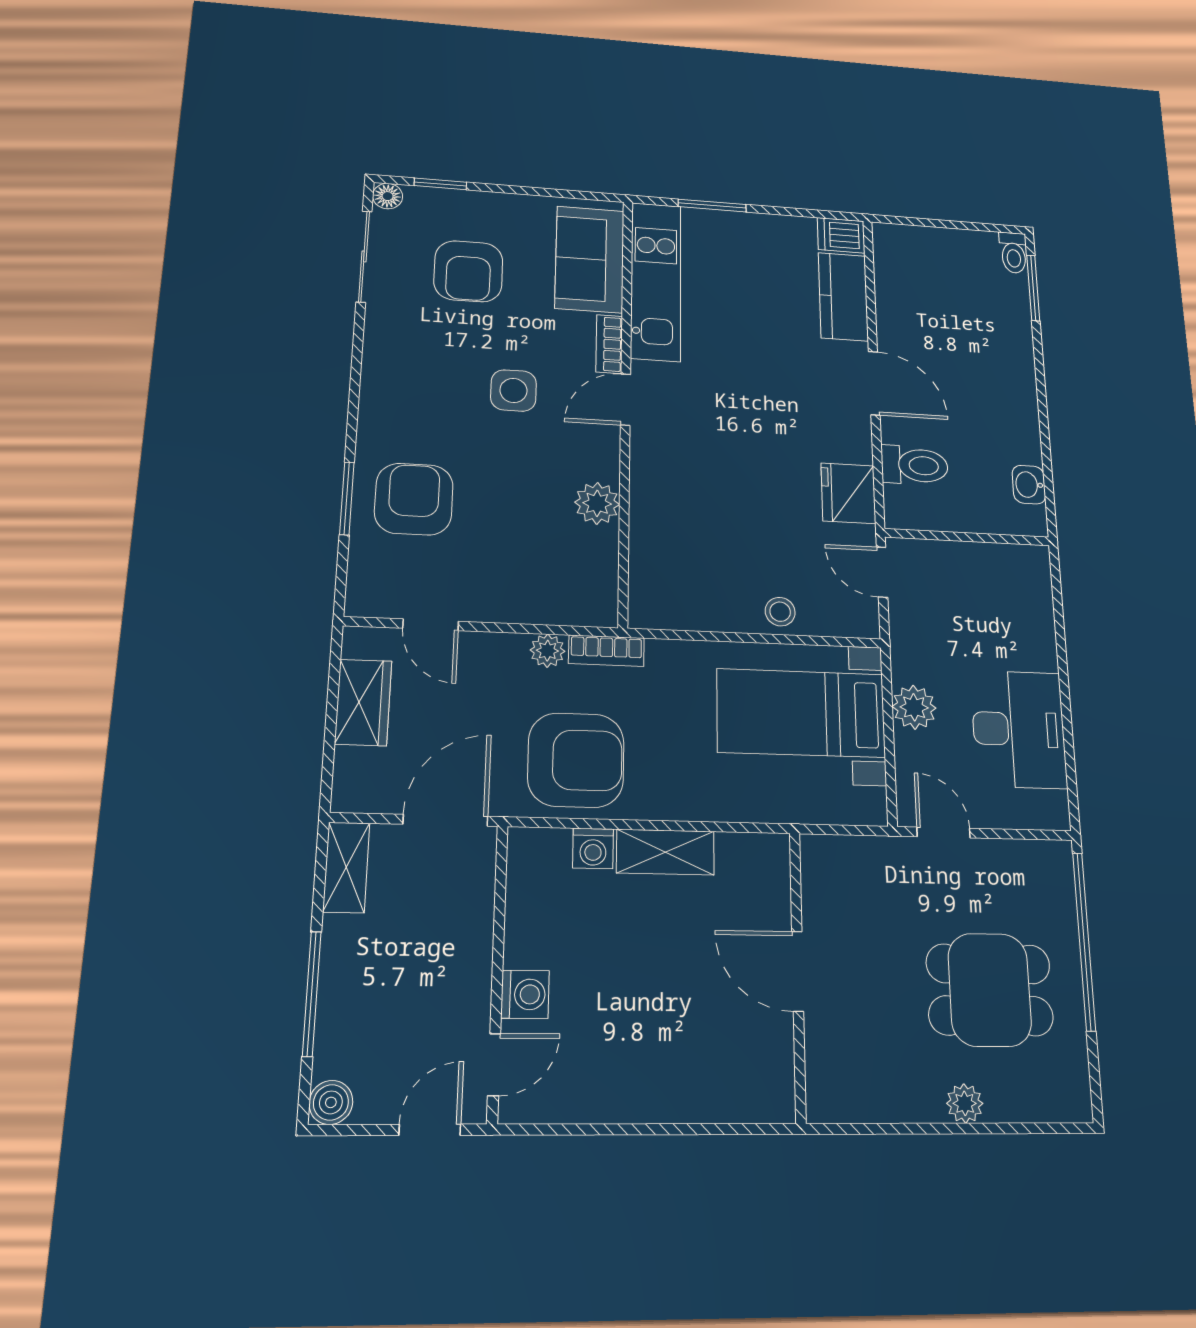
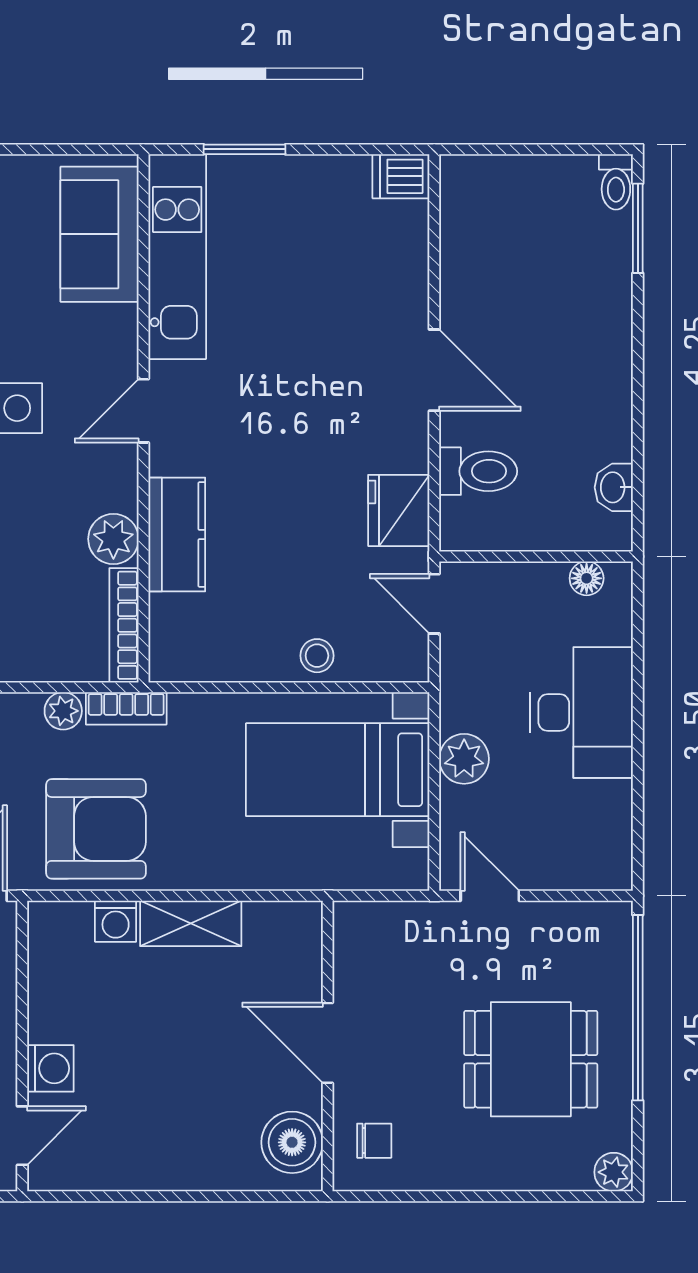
kitchen counter: (843, 297) -> (177, 534), moved, turned 180
bookcase: (609, 344) -> (124, 625), moved, width x1.56
floor lamp: (1011, 557) -> (587, 578), added
desk: (1019, 729) -> (582, 713), moved
chair: (845, 1071) -> (374, 1141), added
boiler: (765, 1072) -> (292, 1142), added
plant: (965, 1103) -> (614, 1172), moved

